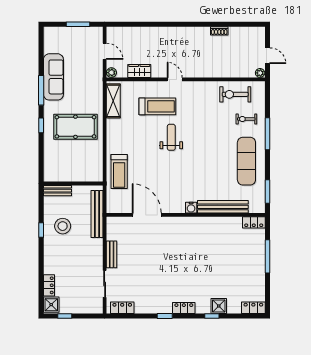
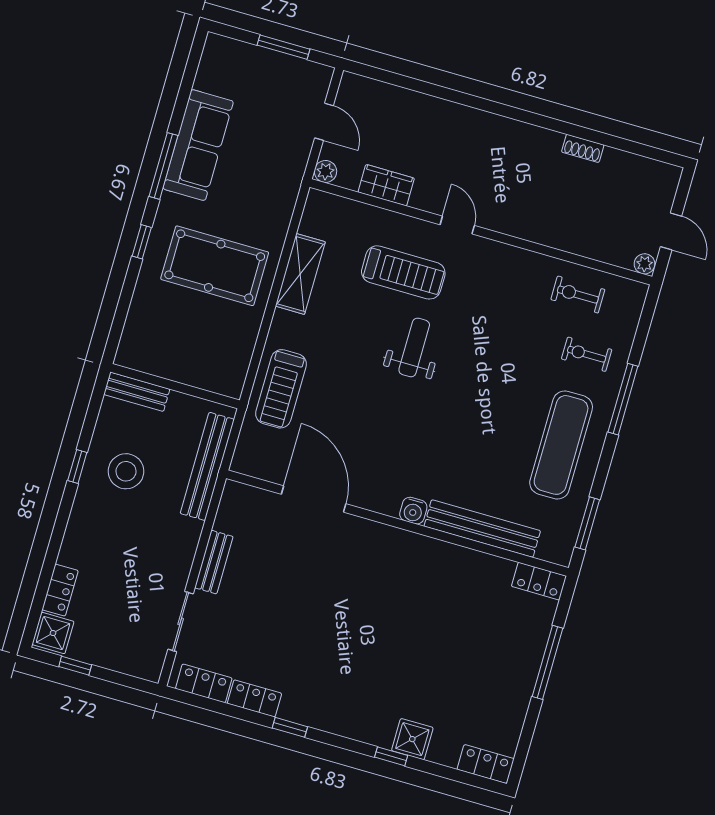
exercise bike: (235, 94) -> (578, 295), width x0.73, depth x0.72
shelving: (113, 101) -> (300, 274), moved
locker: (184, 308) -> (254, 698), moved

